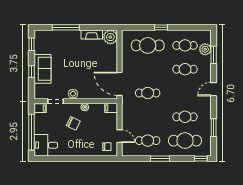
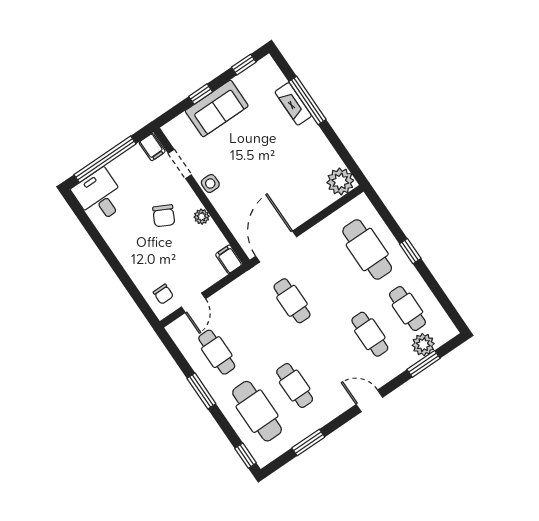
fireplace: (92, 34) -> (293, 104), moved

